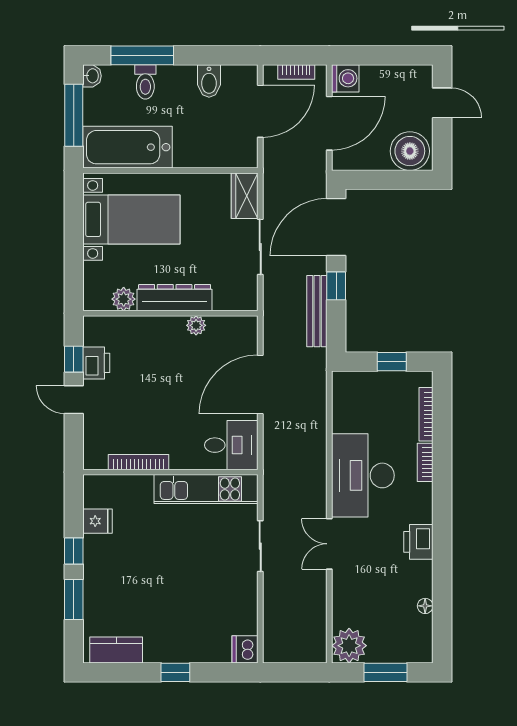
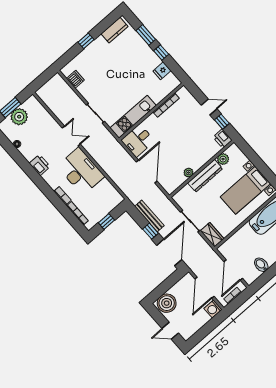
printer: (96, 363) -> (223, 139), moved
plant: (349, 646) -> (19, 117), moved
dishwasher: (245, 649) -> (75, 79), moved

